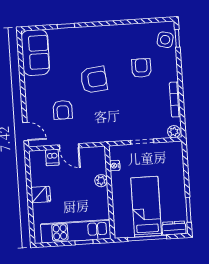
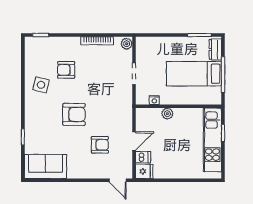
side table: (165, 40) -> (41, 85), moved
armchair: (94, 80) -> (74, 114), turned 96
door: (25, 132) -> (118, 180), swing flipped
fridge: (41, 195) -> (144, 171), moved, turned 90

